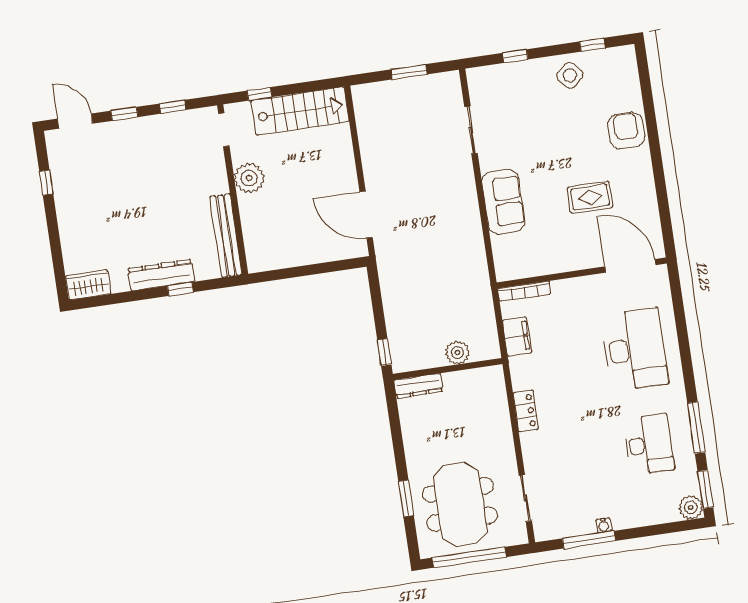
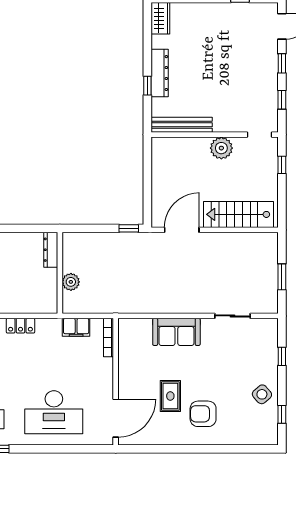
stairs: (300, 111) -> (238, 214), moved, turned 90
armchair: (626, 131) -> (203, 414), moved, turned 180
window: (384, 352) -> (129, 228), moved

